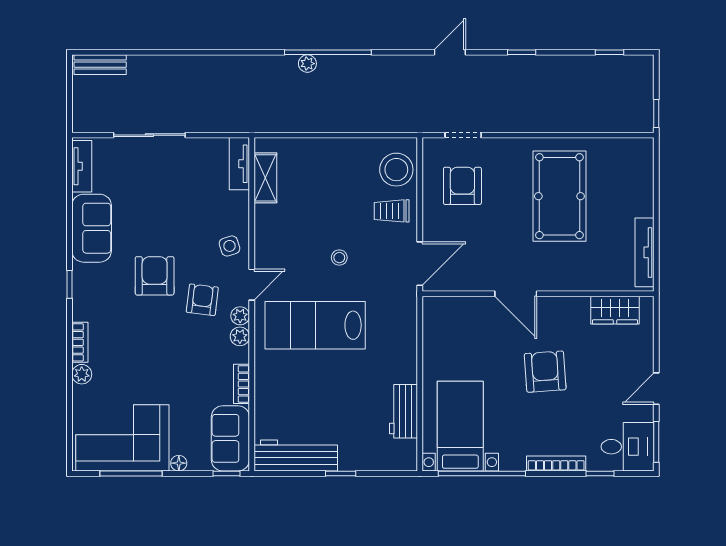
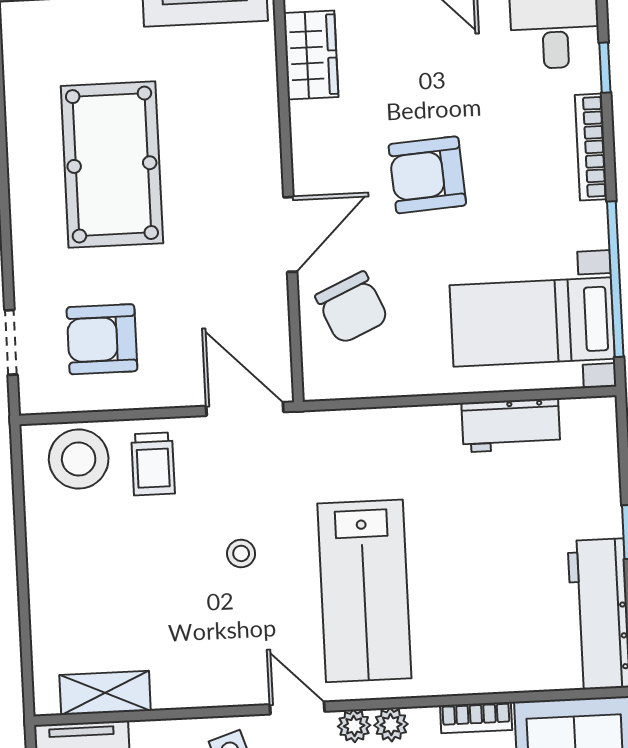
pool table: (559, 196) -> (112, 165), turned 90
chair: (473, 326) -> (352, 308), added

